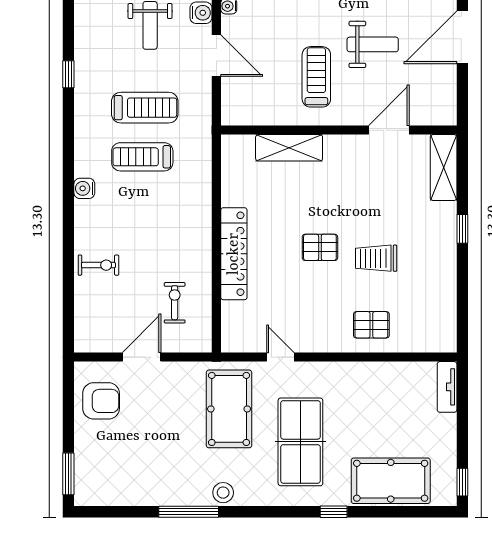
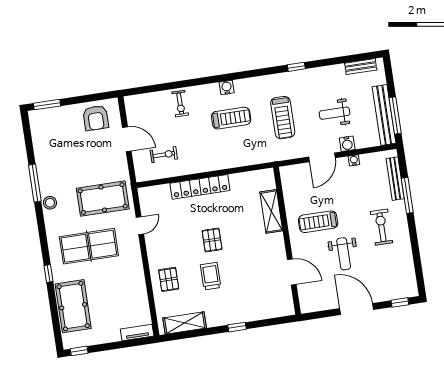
treadmill: (316, 77) -> (318, 222), turned 180
treadmill: (142, 157) -> (231, 118), moved, turned 90
shelving: (444, 167) -> (185, 323), moved

